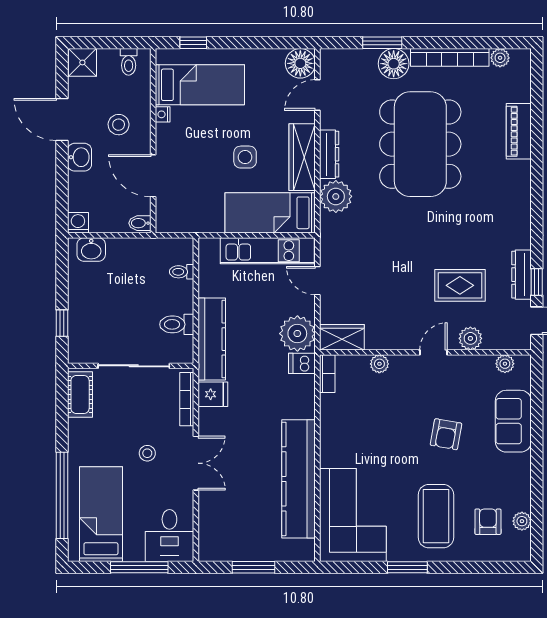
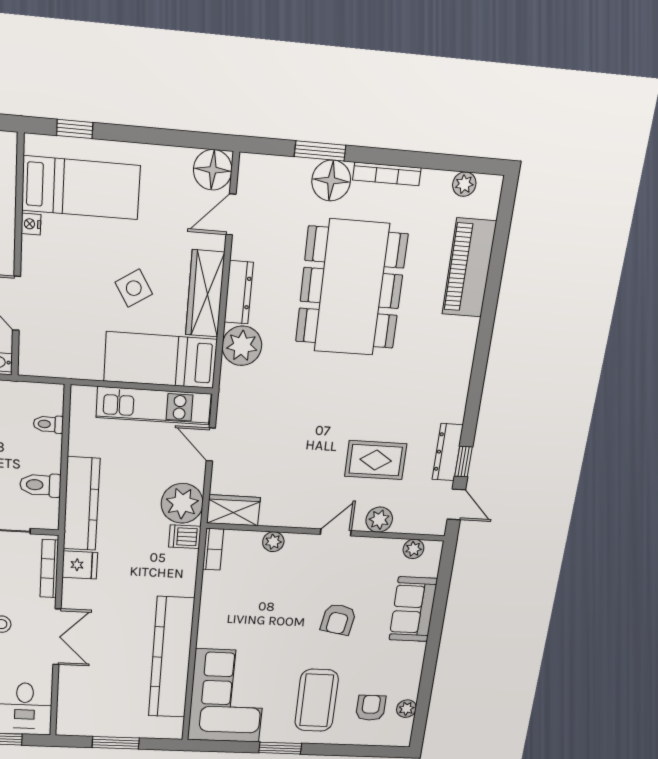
bookcase: (450, 57) -> (387, 174), width x0.68, depth x0.76
piano: (519, 131) -> (469, 268), width x1.37, depth x1.33
side table: (245, 157) -> (134, 288), turned -32

